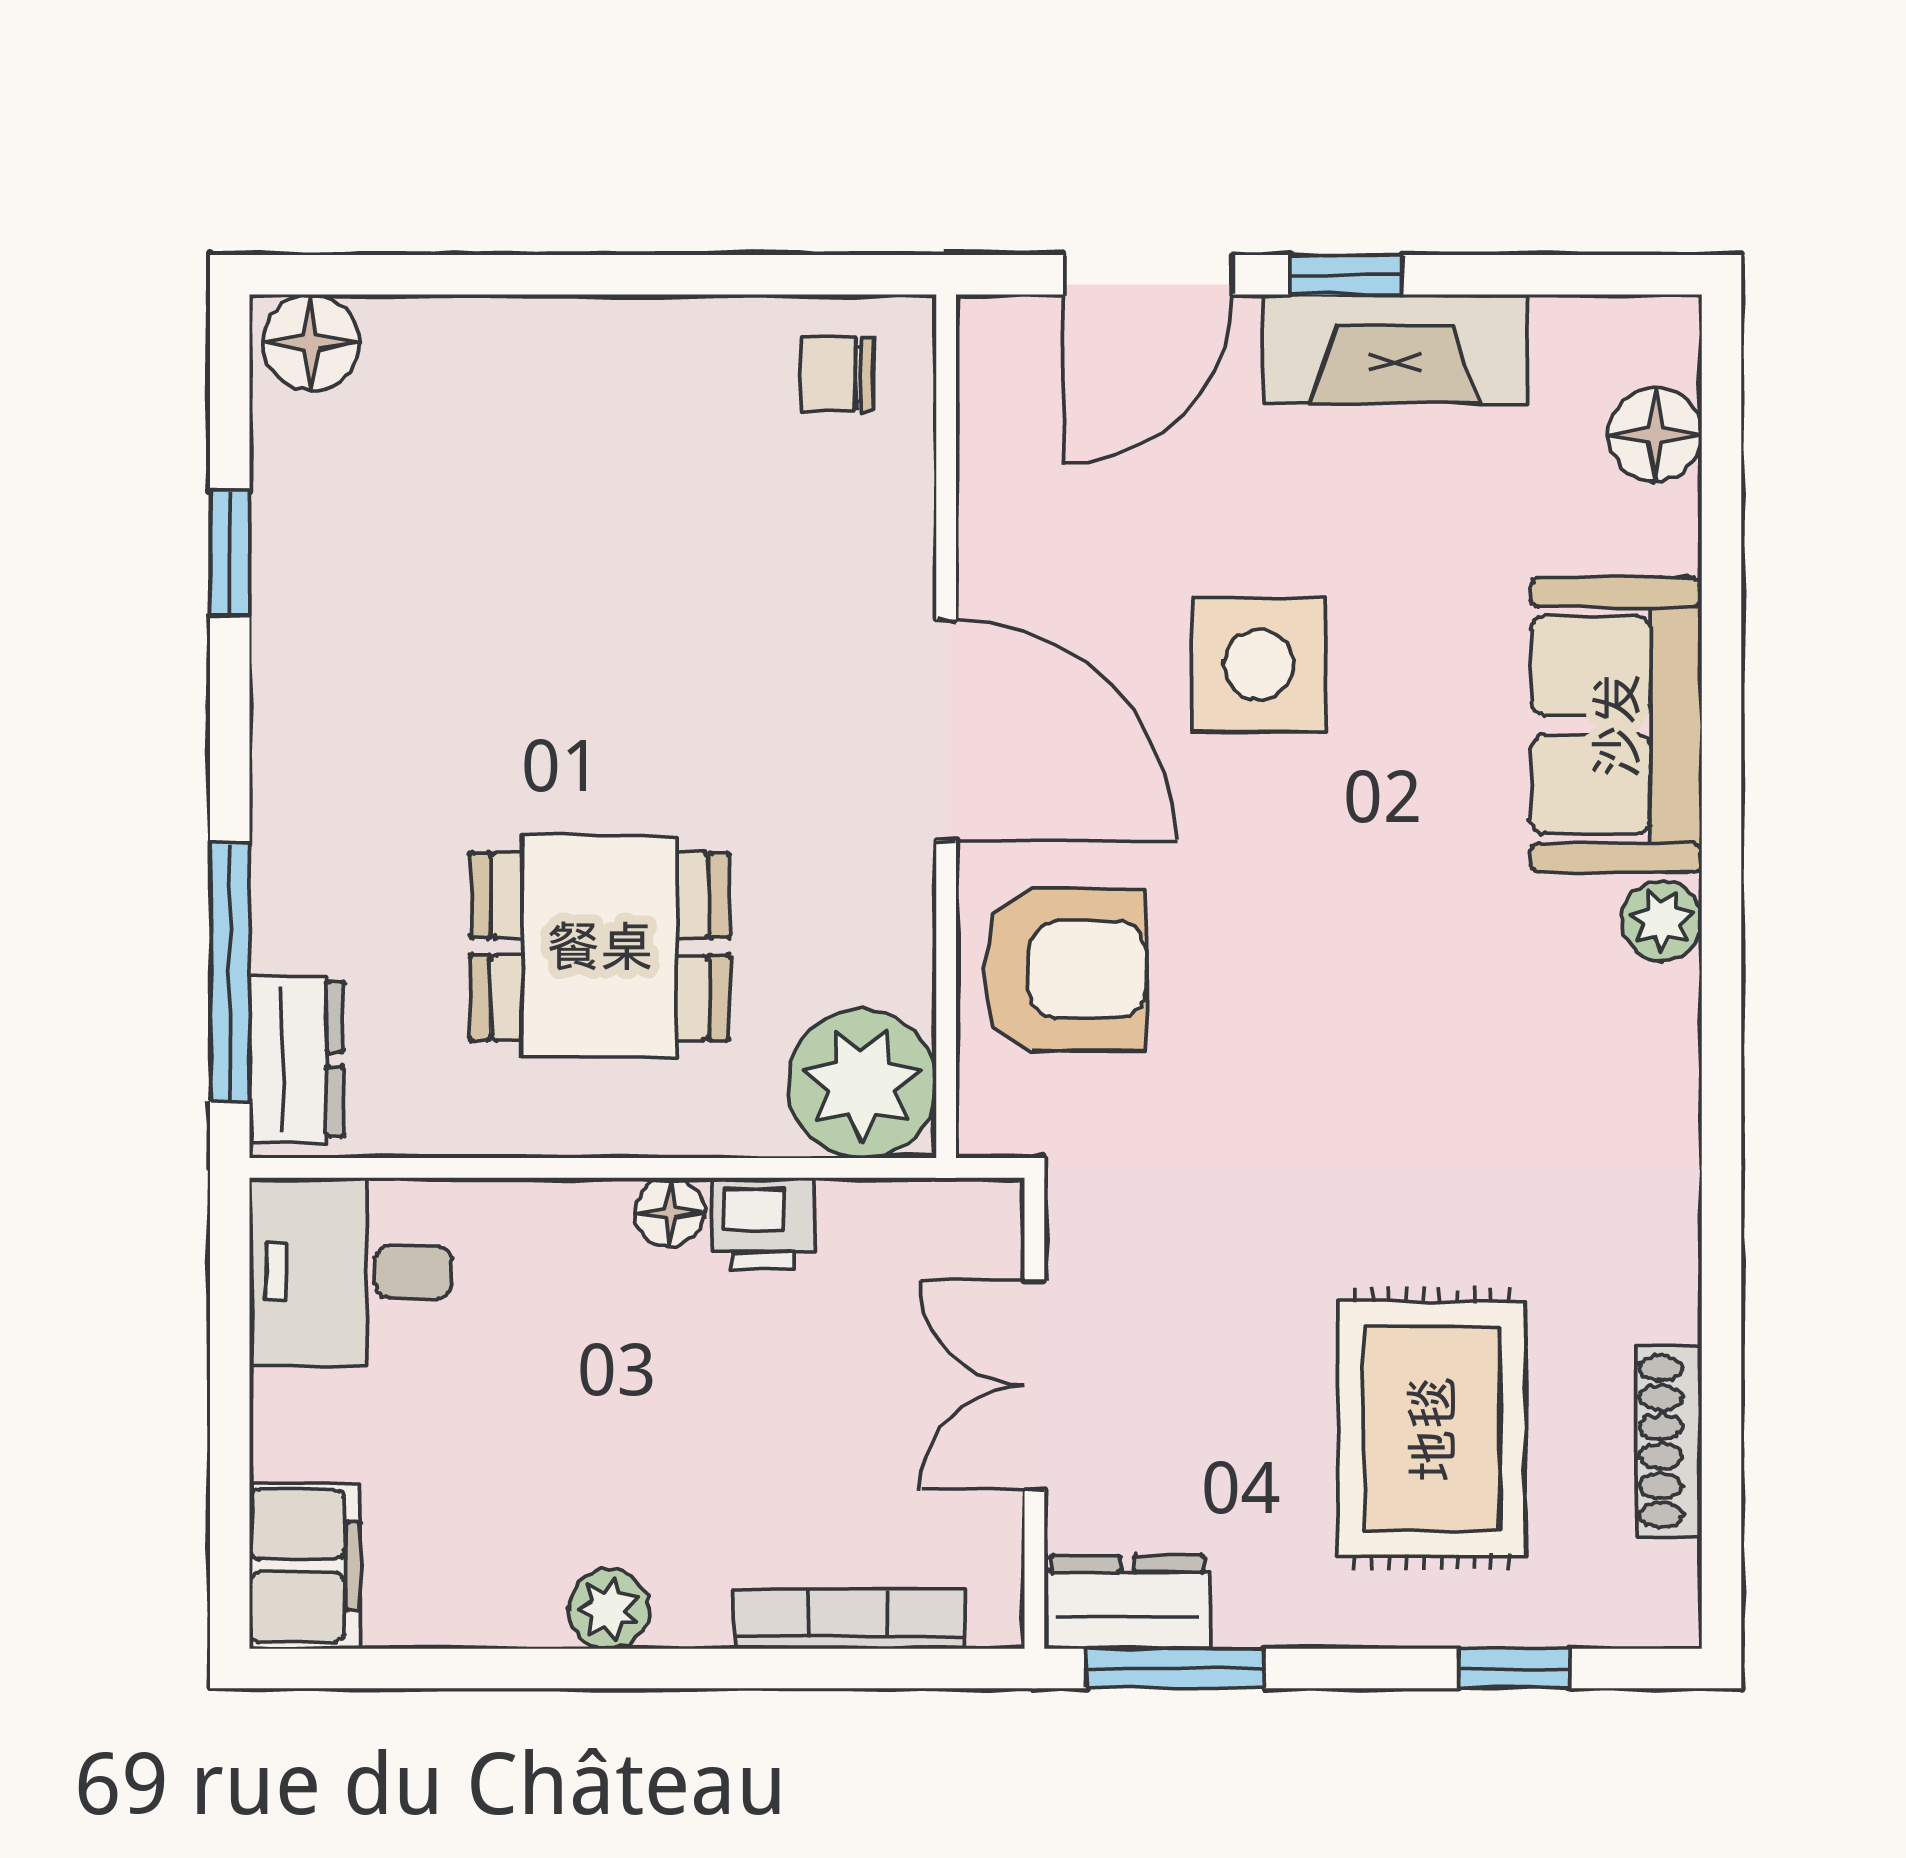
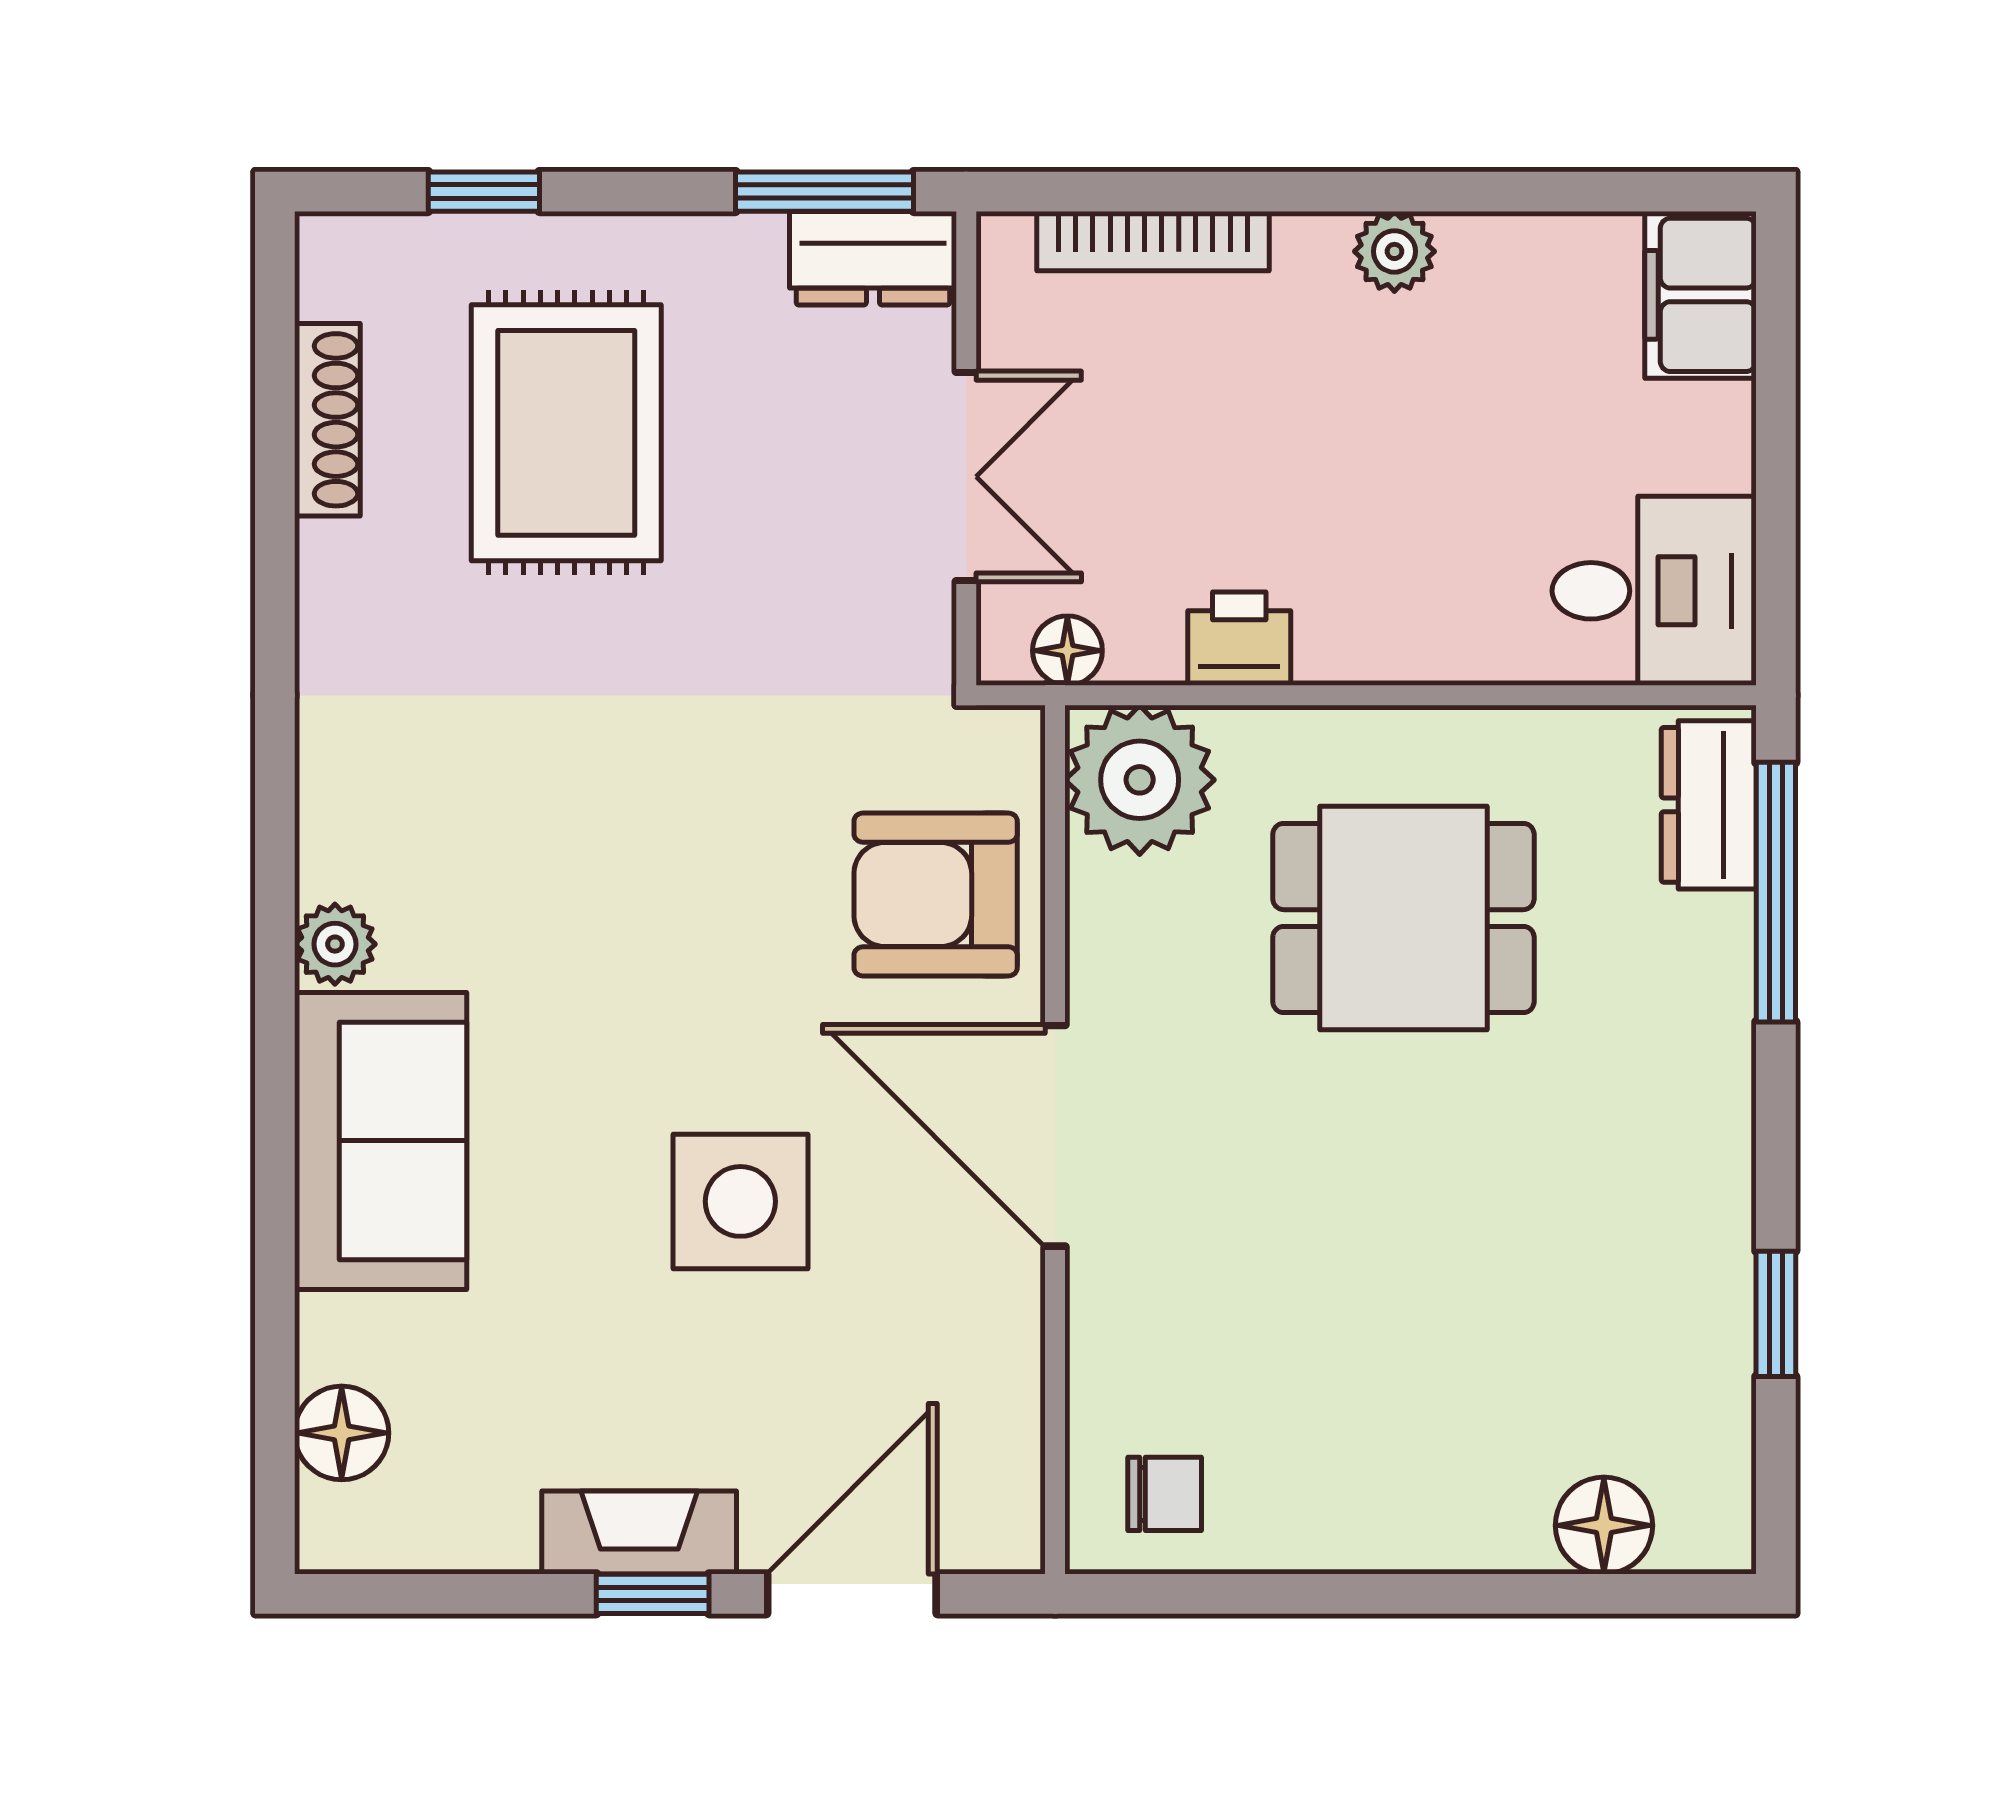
floor lamp: (311, 343) -> (1604, 1525), moved
fireplace: (1395, 349) -> (639, 1533), width x0.73, depth x0.76
floor lamp: (670, 1212) -> (1067, 651), moved

